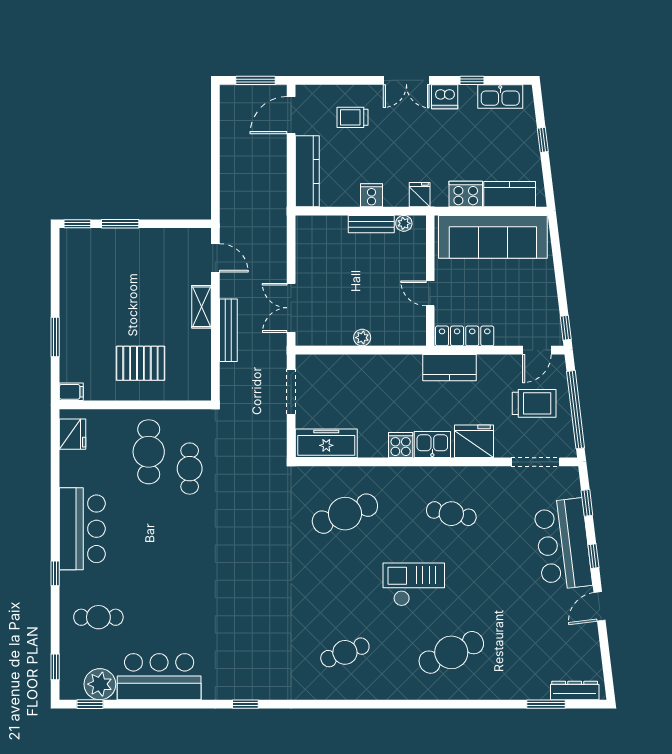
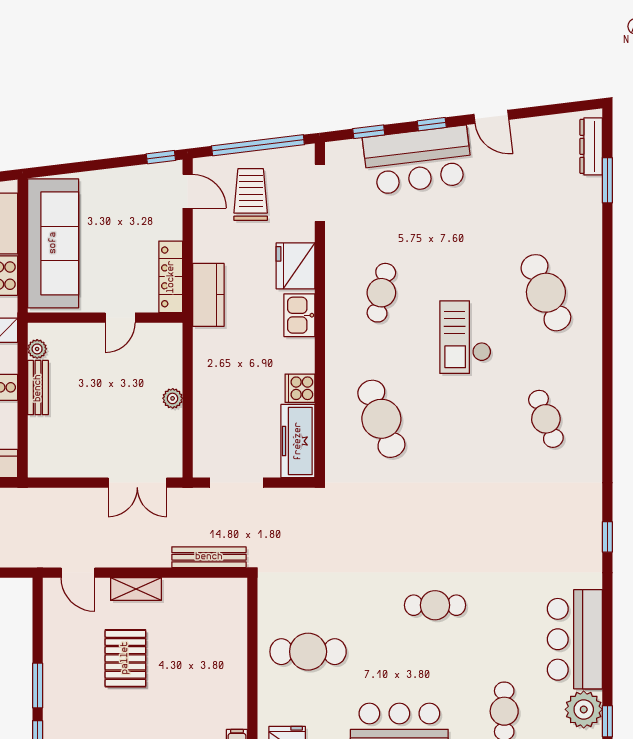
door: (215, 258) -> (78, 573), swing flipped
bench: (228, 330) -> (209, 557), moved
pallet: (140, 363) -> (125, 658), moved
cooker: (401, 445) -> (300, 388), moved
cafe table: (190, 469) -> (435, 605), moved

